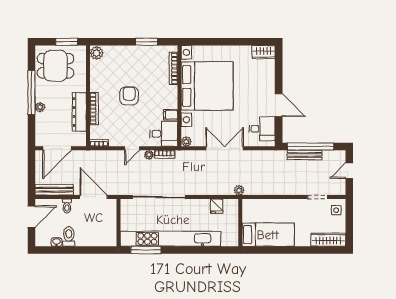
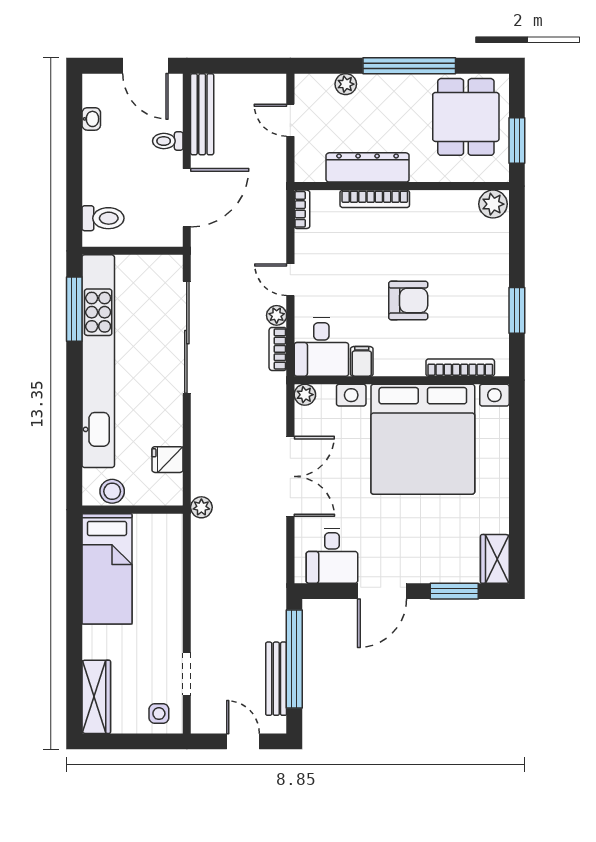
window: (279, 71) -> (454, 591), added
armchair: (129, 96) -> (408, 300), moved
plant: (40, 107) -> (346, 84), moved
door: (57, 148) -> (290, 120), width x0.53
bench: (305, 155) -> (276, 679), moved
stool: (232, 232) -> (112, 491), added
toilet: (69, 237) -> (103, 218), moved

